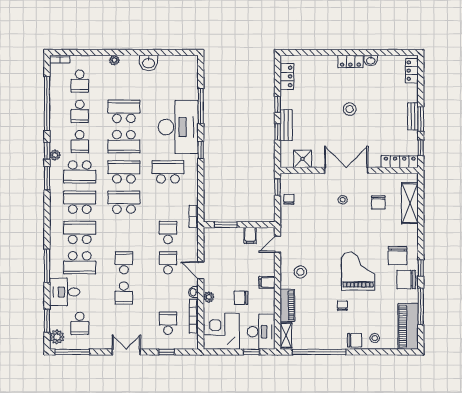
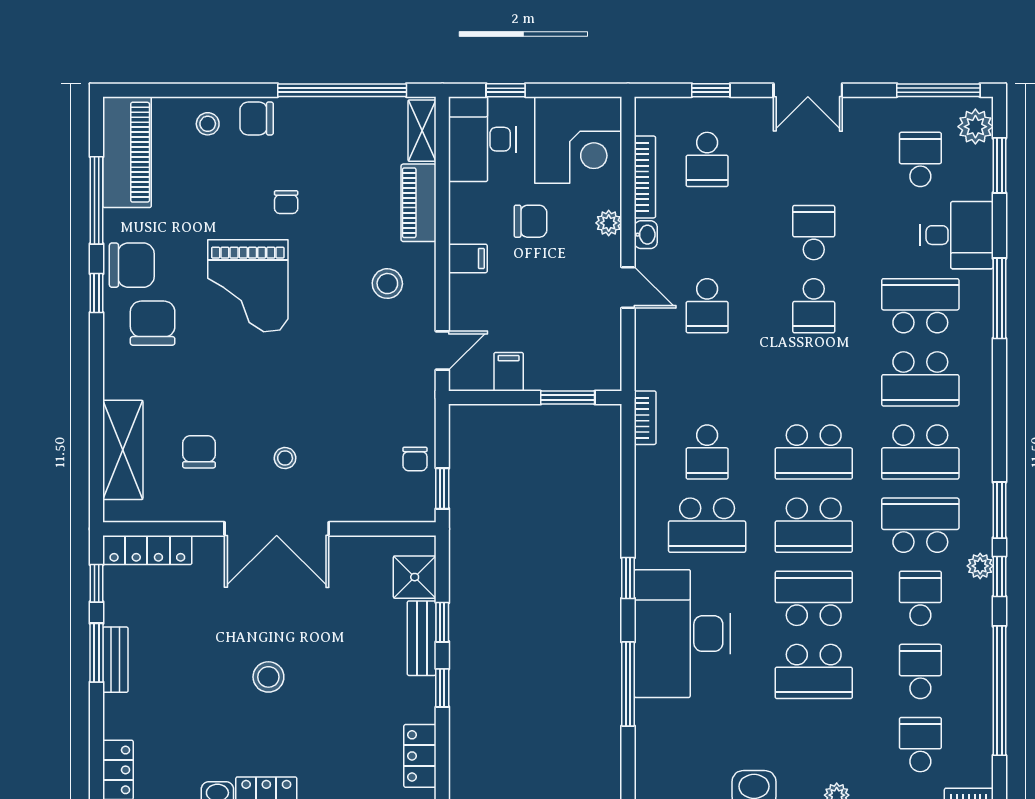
shower: (303, 159) -> (415, 577), moved
school desk: (168, 232) -> (707, 452), moved

